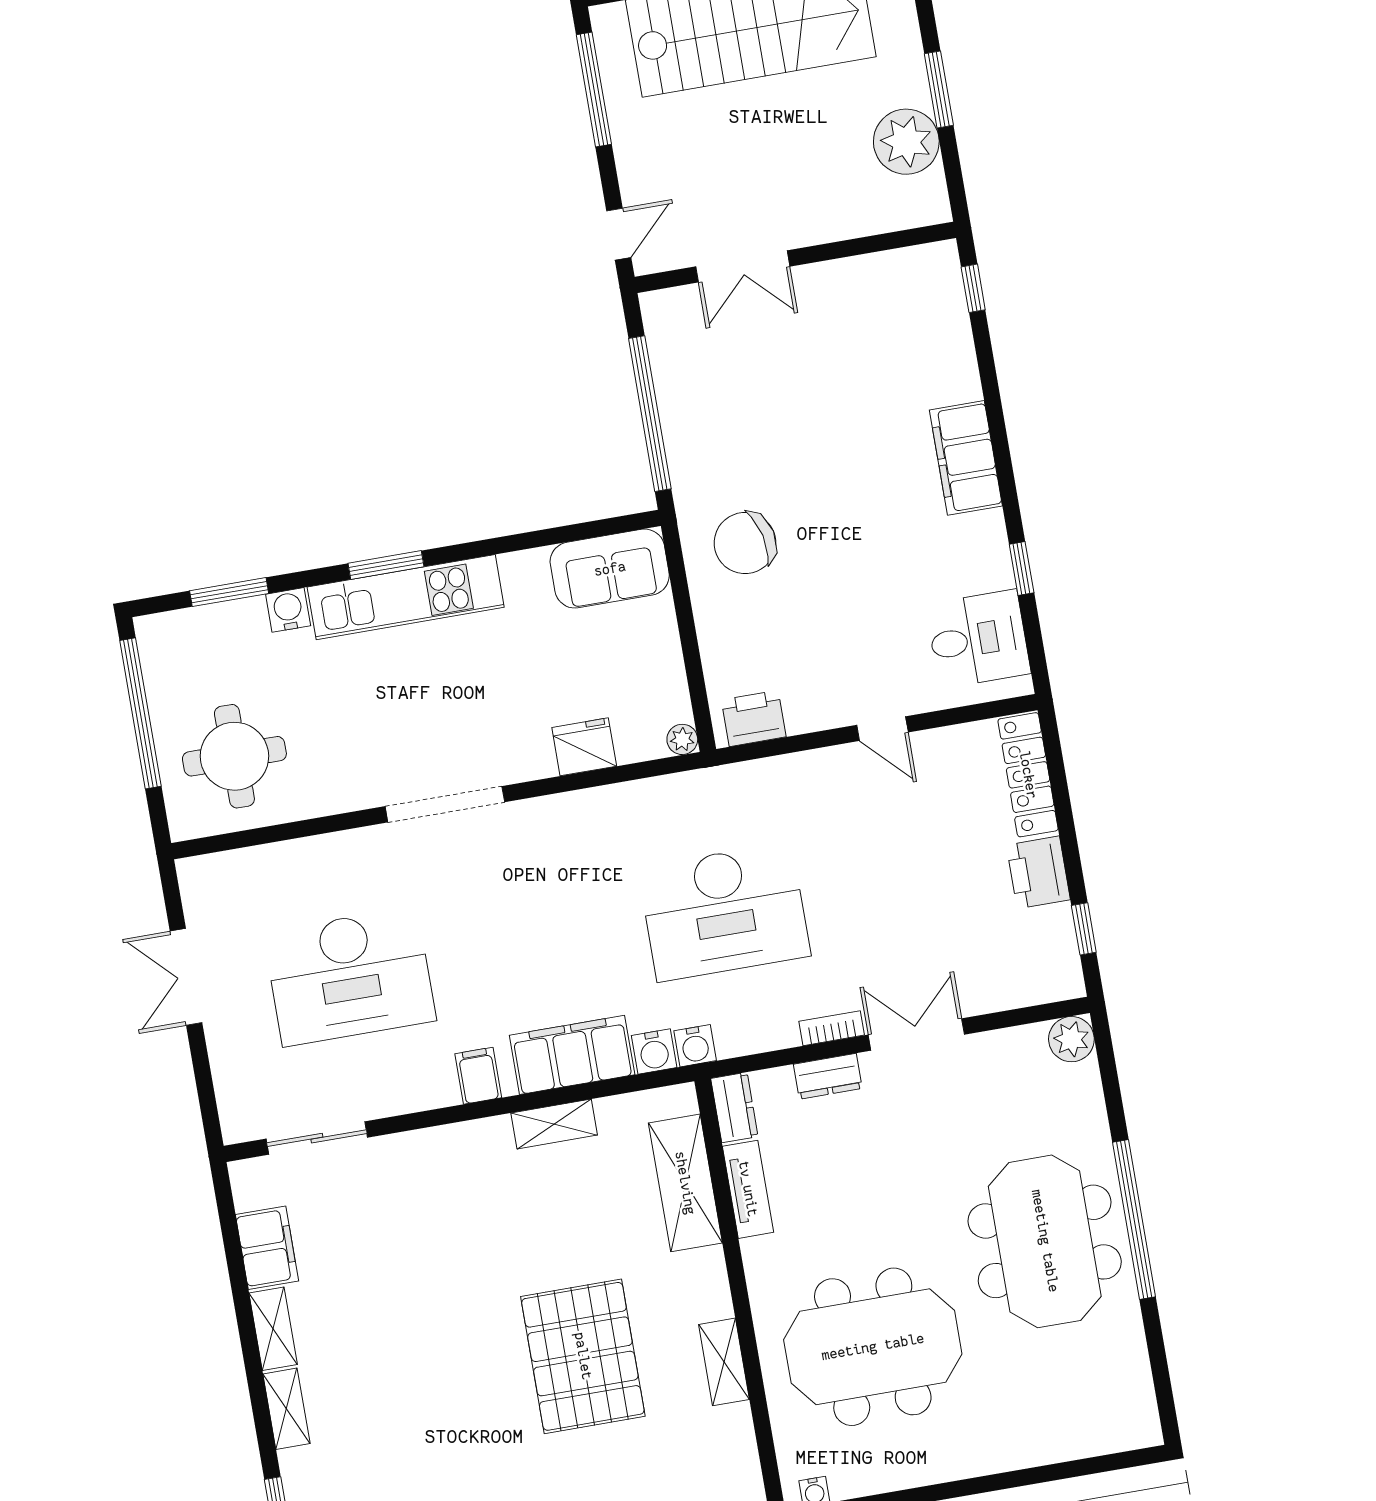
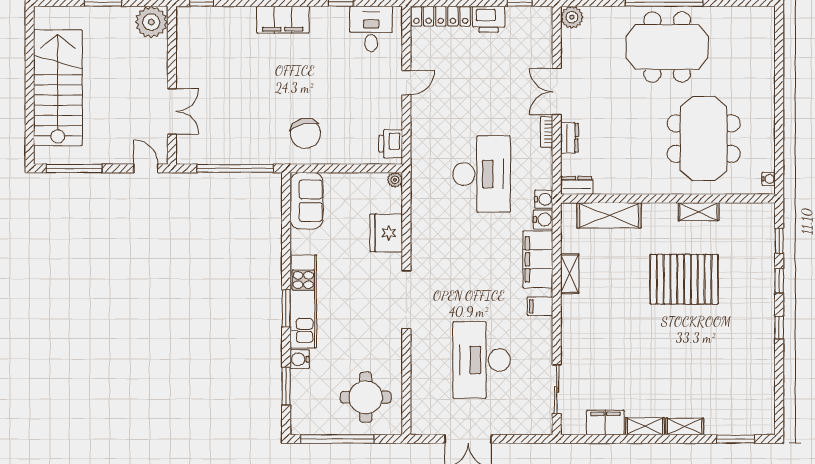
plant: (906, 142) -> (151, 22), moved
fridge: (584, 747) -> (386, 233), width x1.36, depth x1.34
desk: (350, 977) -> (482, 360), turned 180
tv unit: (748, 1189) -> (617, 186), removed

